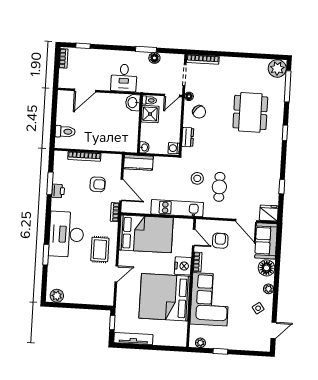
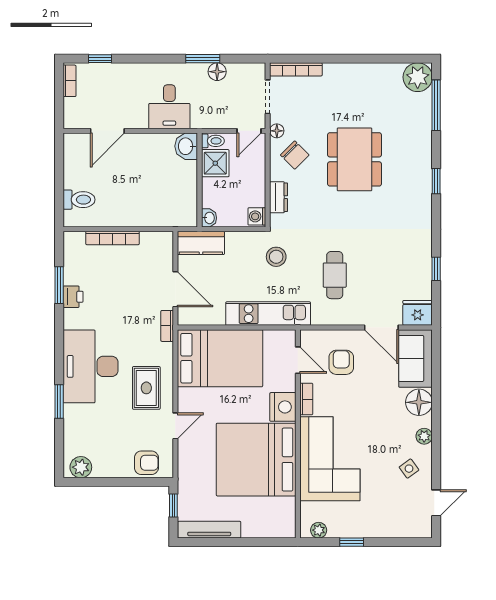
dining table: (250, 112) -> (355, 159), moved
stool: (197, 178) -> (276, 257), moved
armchair: (98, 184) -> (146, 463), moved

